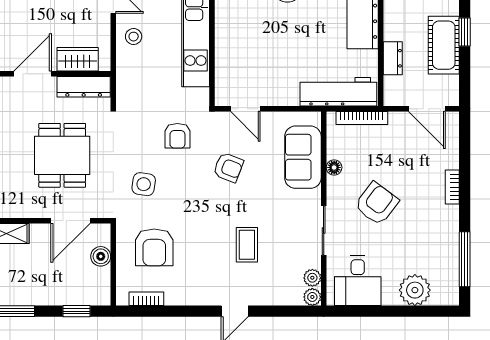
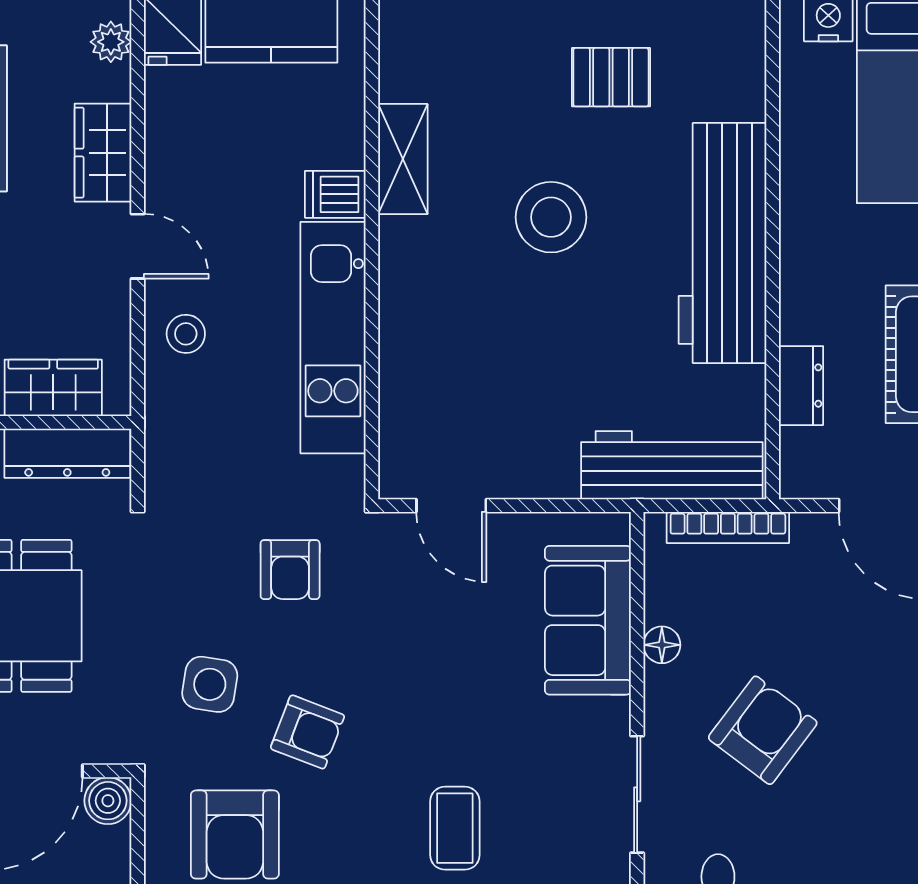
armchair: (228, 167) -> (307, 732), moved
boiler: (101, 256) -> (108, 801), moved

